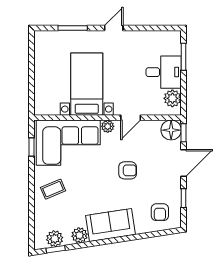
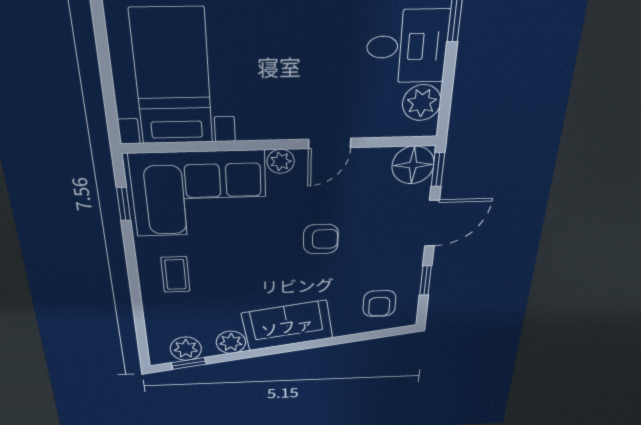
bed with nightstands: (87, 84) -> (172, 78), moved
coffee table: (53, 189) -> (175, 274), turned -67

